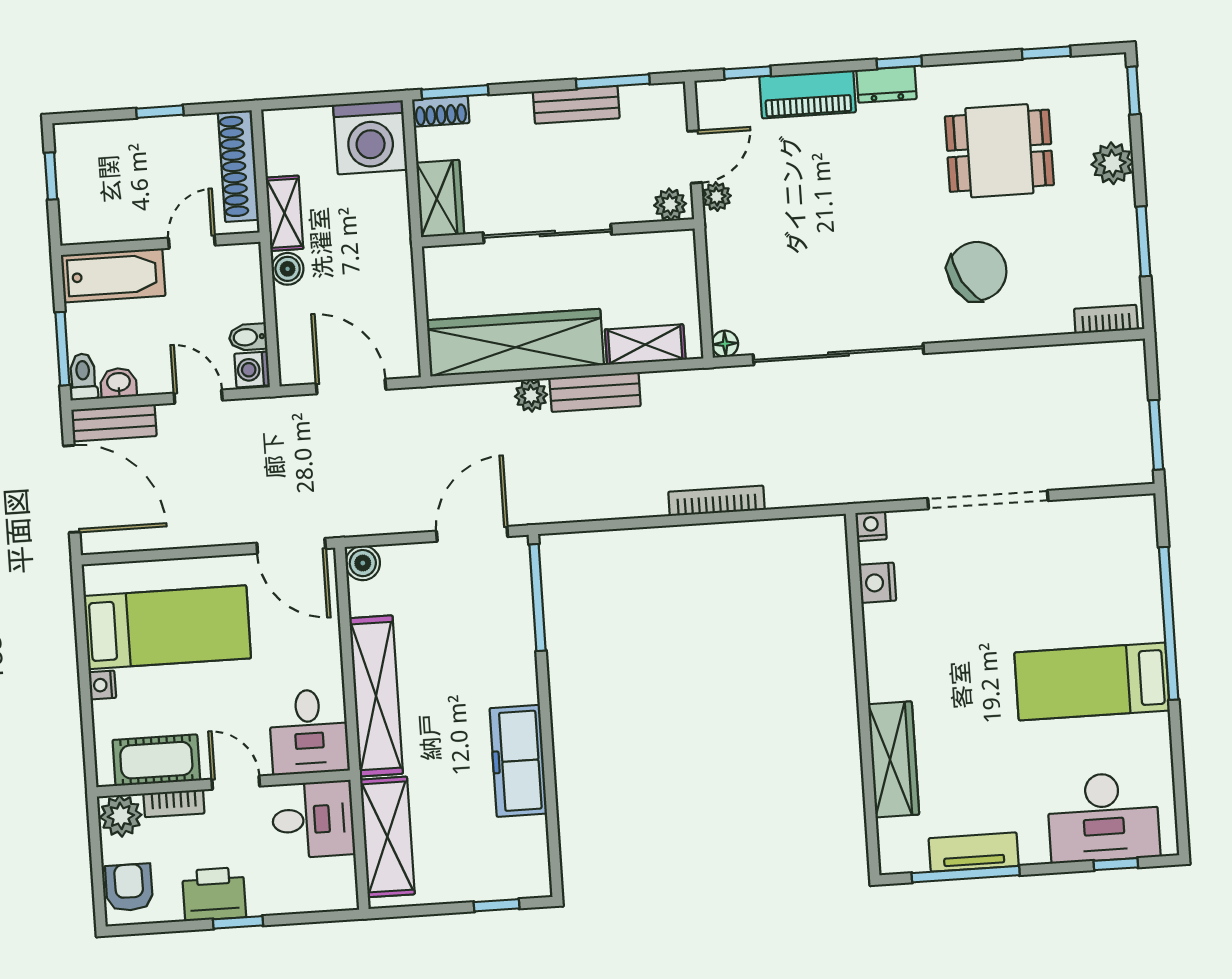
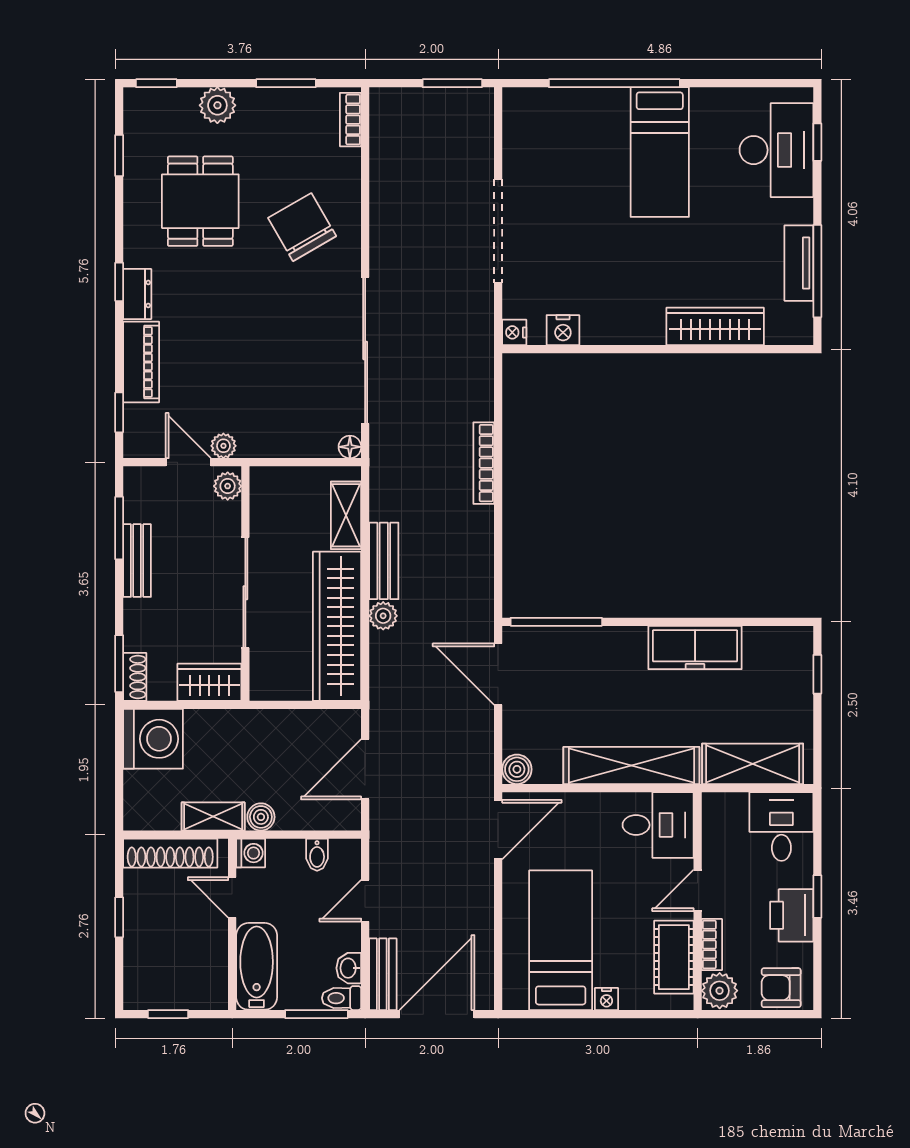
washing machine: (252, 370) -> (251, 853), moved, turned -90
desk: (313, 820) -> (781, 826), moved

